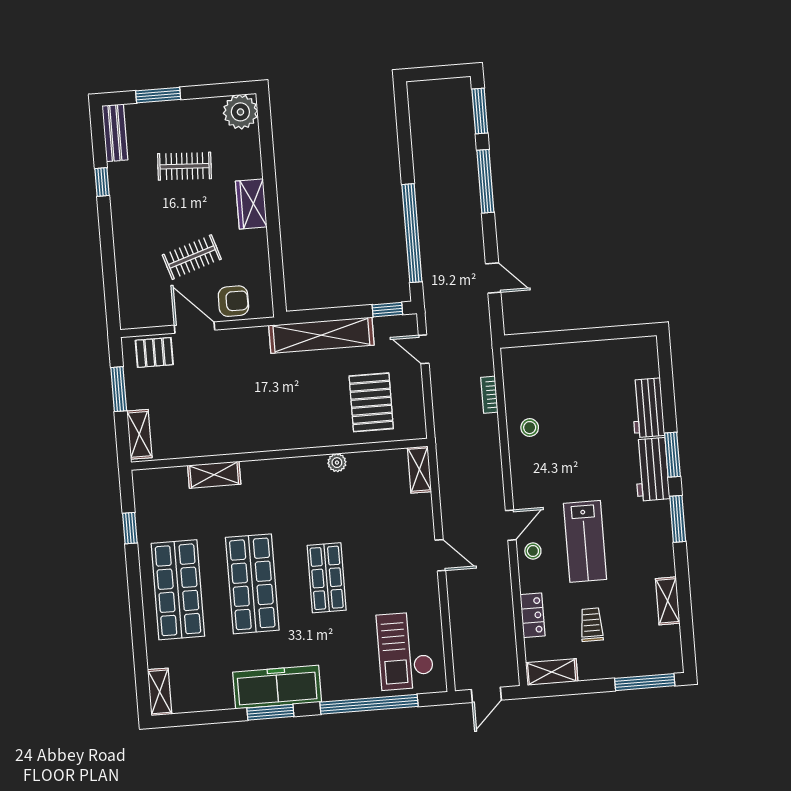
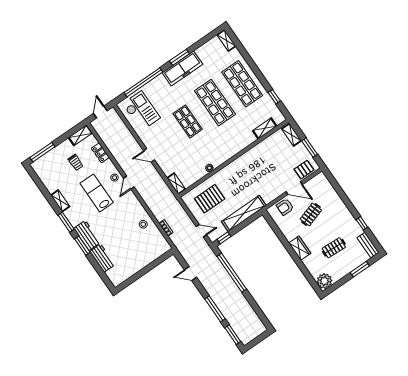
pallet: (371, 402) -> (210, 199), turned 90
shelving: (214, 475) -> (265, 128), moved
shelving: (668, 601) -> (60, 201), moved

